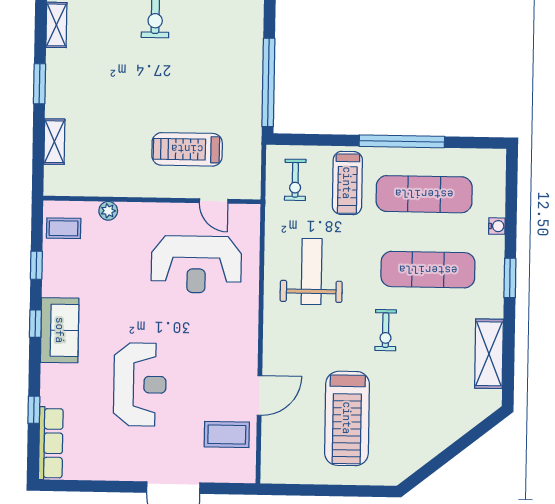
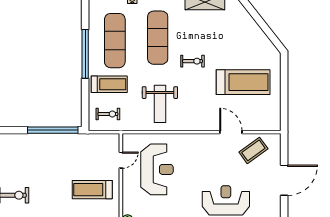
treadmill: (187, 149) -> (92, 190), moved, turned 90
weight bench: (312, 272) -> (160, 104), turned -90
coffee table: (227, 435) -> (253, 150), turned 54

